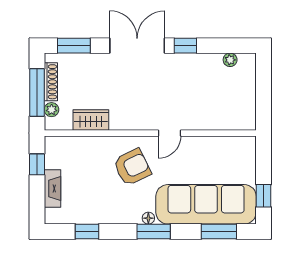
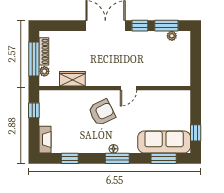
window: (74, 46) -> (166, 26), moved
fireplace: (52, 189) -> (45, 140), moved
sofa: (206, 204) -> (164, 142), width x0.74, depth x0.79

